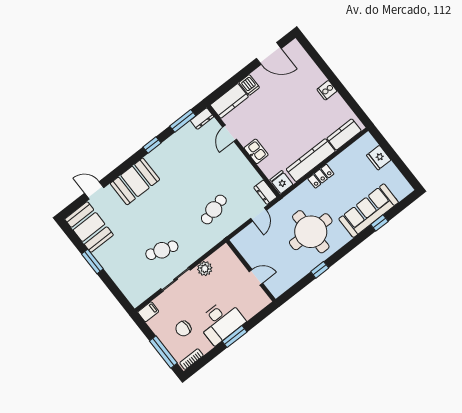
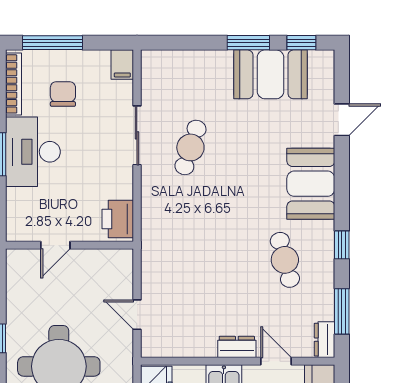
dresser: (265, 192) -> (237, 347), moved
cafe table: (214, 210) -> (285, 260), moved
booth: (89, 227) -> (270, 74), moved
window: (73, 237) -> (301, 43), added
printer: (221, 258) -> (118, 219), added
plant: (205, 269) -> (121, 186), removed
bookcase: (191, 359) -> (14, 84), width x1.56

